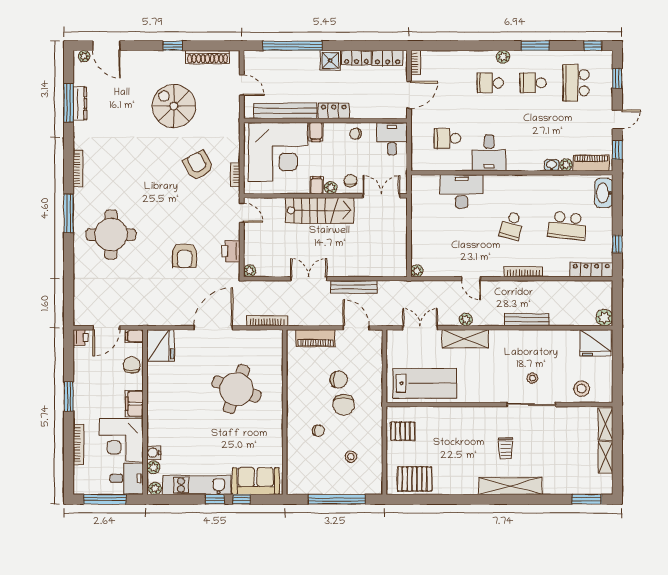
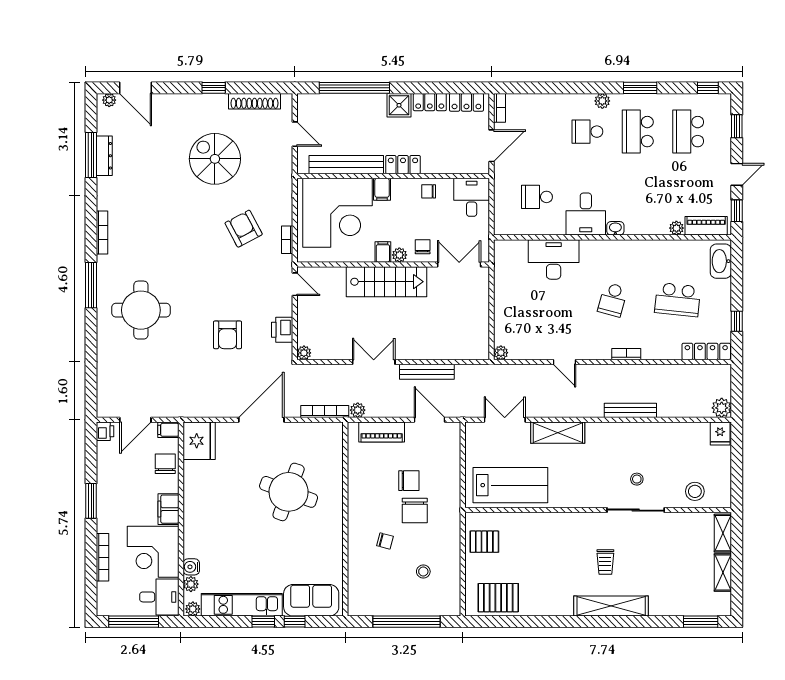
school desk: (533, 83) -> (638, 132), width x1.85
washbasin: (552, 165) -> (615, 228), moved
bookcase: (523, 272) -> (626, 354), width x0.64
plant: (466, 319) -> (358, 410), moved
fridge: (596, 343) -> (720, 434), width x0.53, depth x0.75

